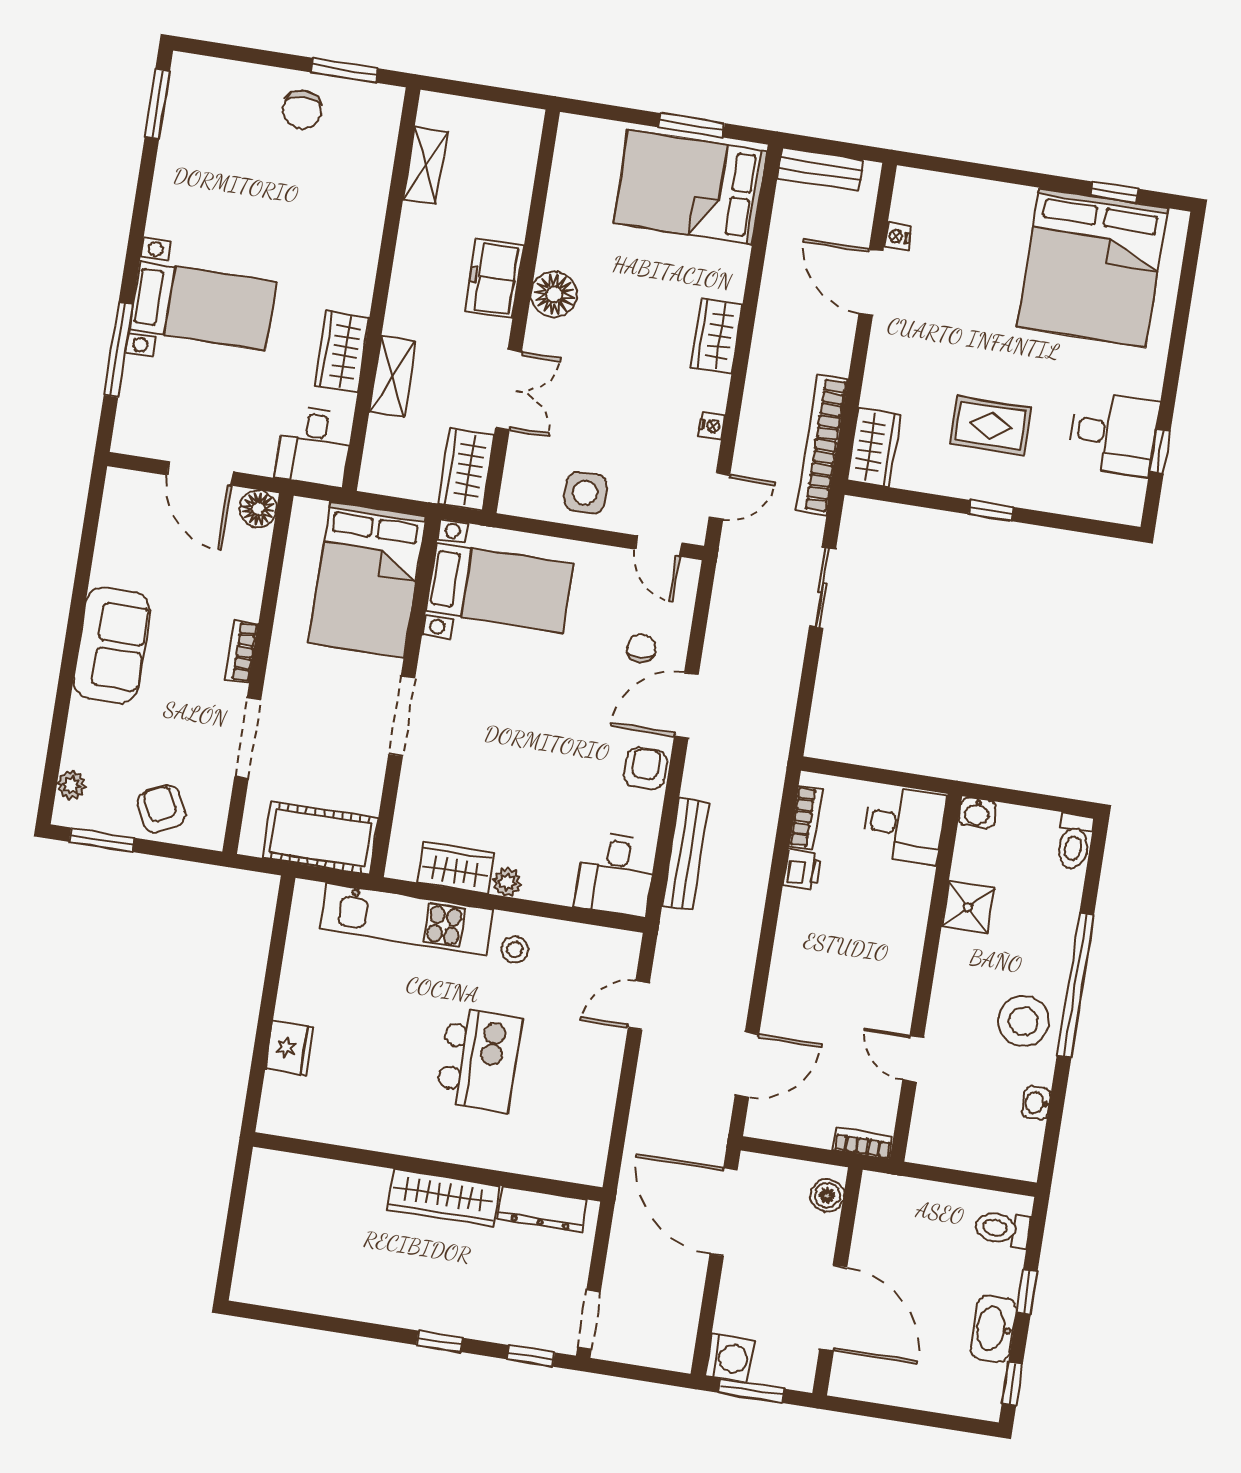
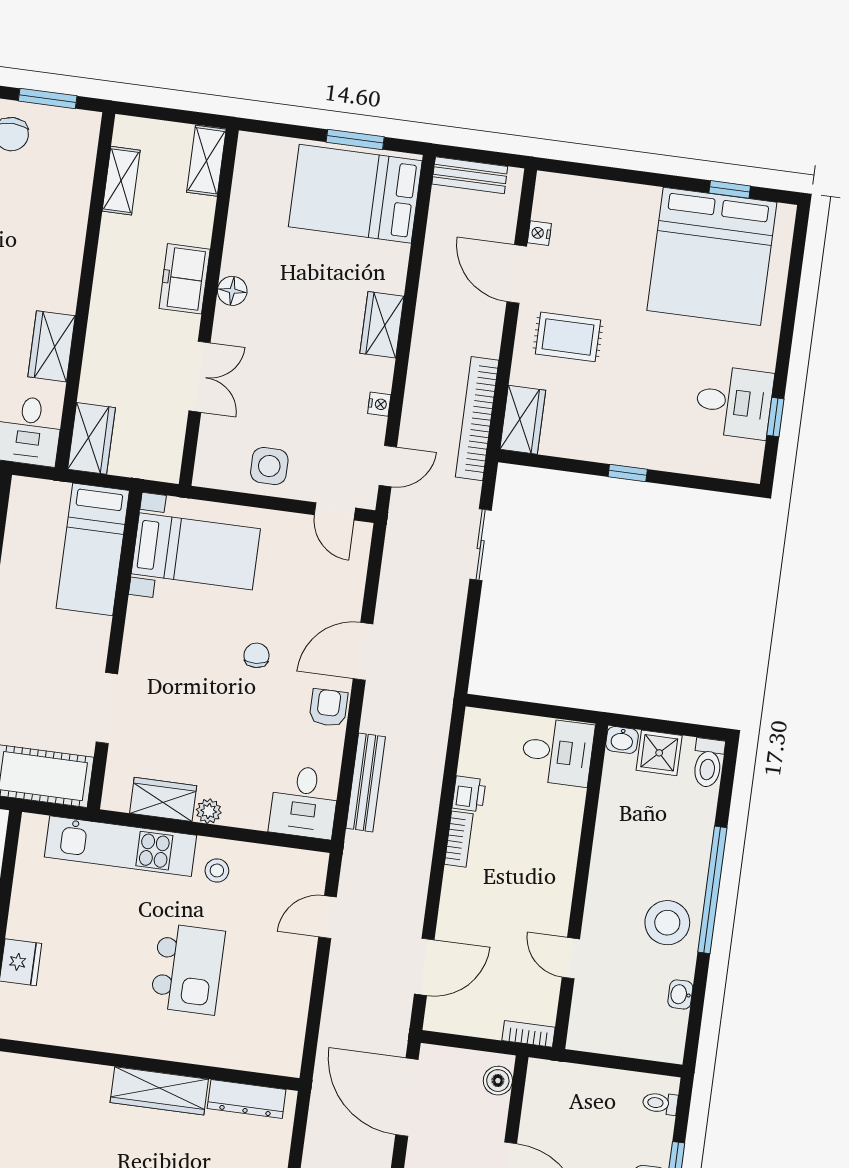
floor lamp: (554, 294) -> (232, 291), width x0.73, depth x0.73
shelving: (392, 377) -> (206, 161), moved
rug: (991, 426) -> (568, 337), moved
wardrobe: (466, 470) -> (92, 438), moved, turned 180
bed: (367, 580) -> (93, 549), width x0.67
chair: (641, 648) -> (256, 655), moved
doorway: (402, 716) -> (107, 708), moved
bookcase: (806, 817) -> (459, 839), moved
shower: (968, 907) -> (659, 753), moved
toilet: (1002, 1229) -> (660, 1103), width x0.73, depth x0.72

